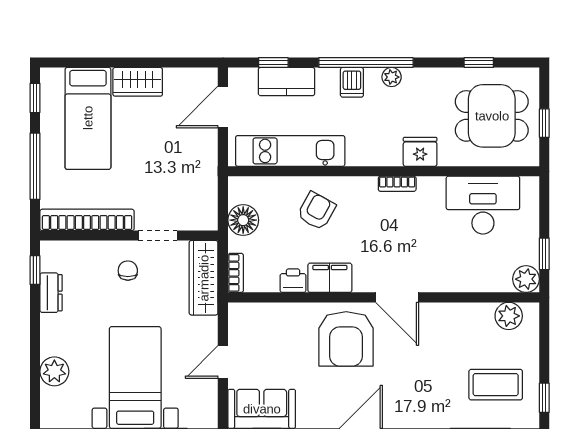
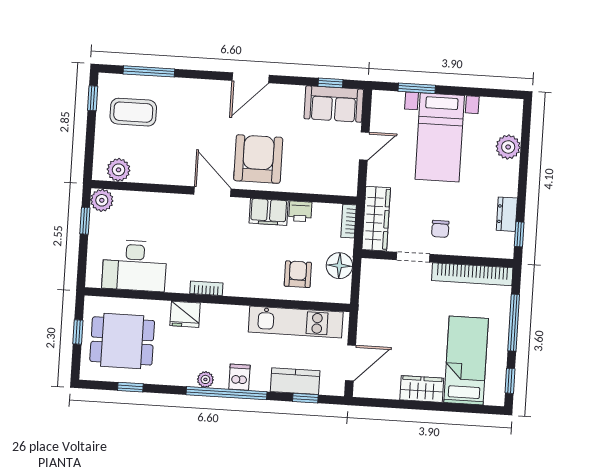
armchair: (316, 211) -> (298, 274), moved, turned 151

